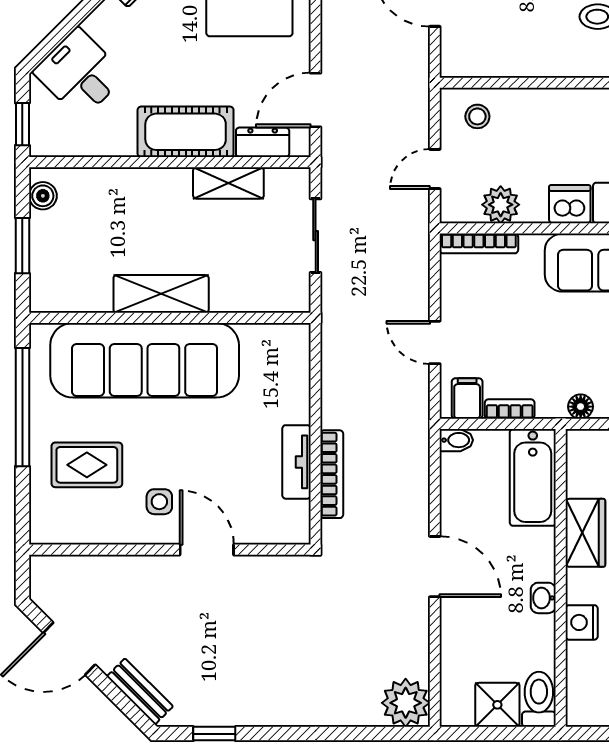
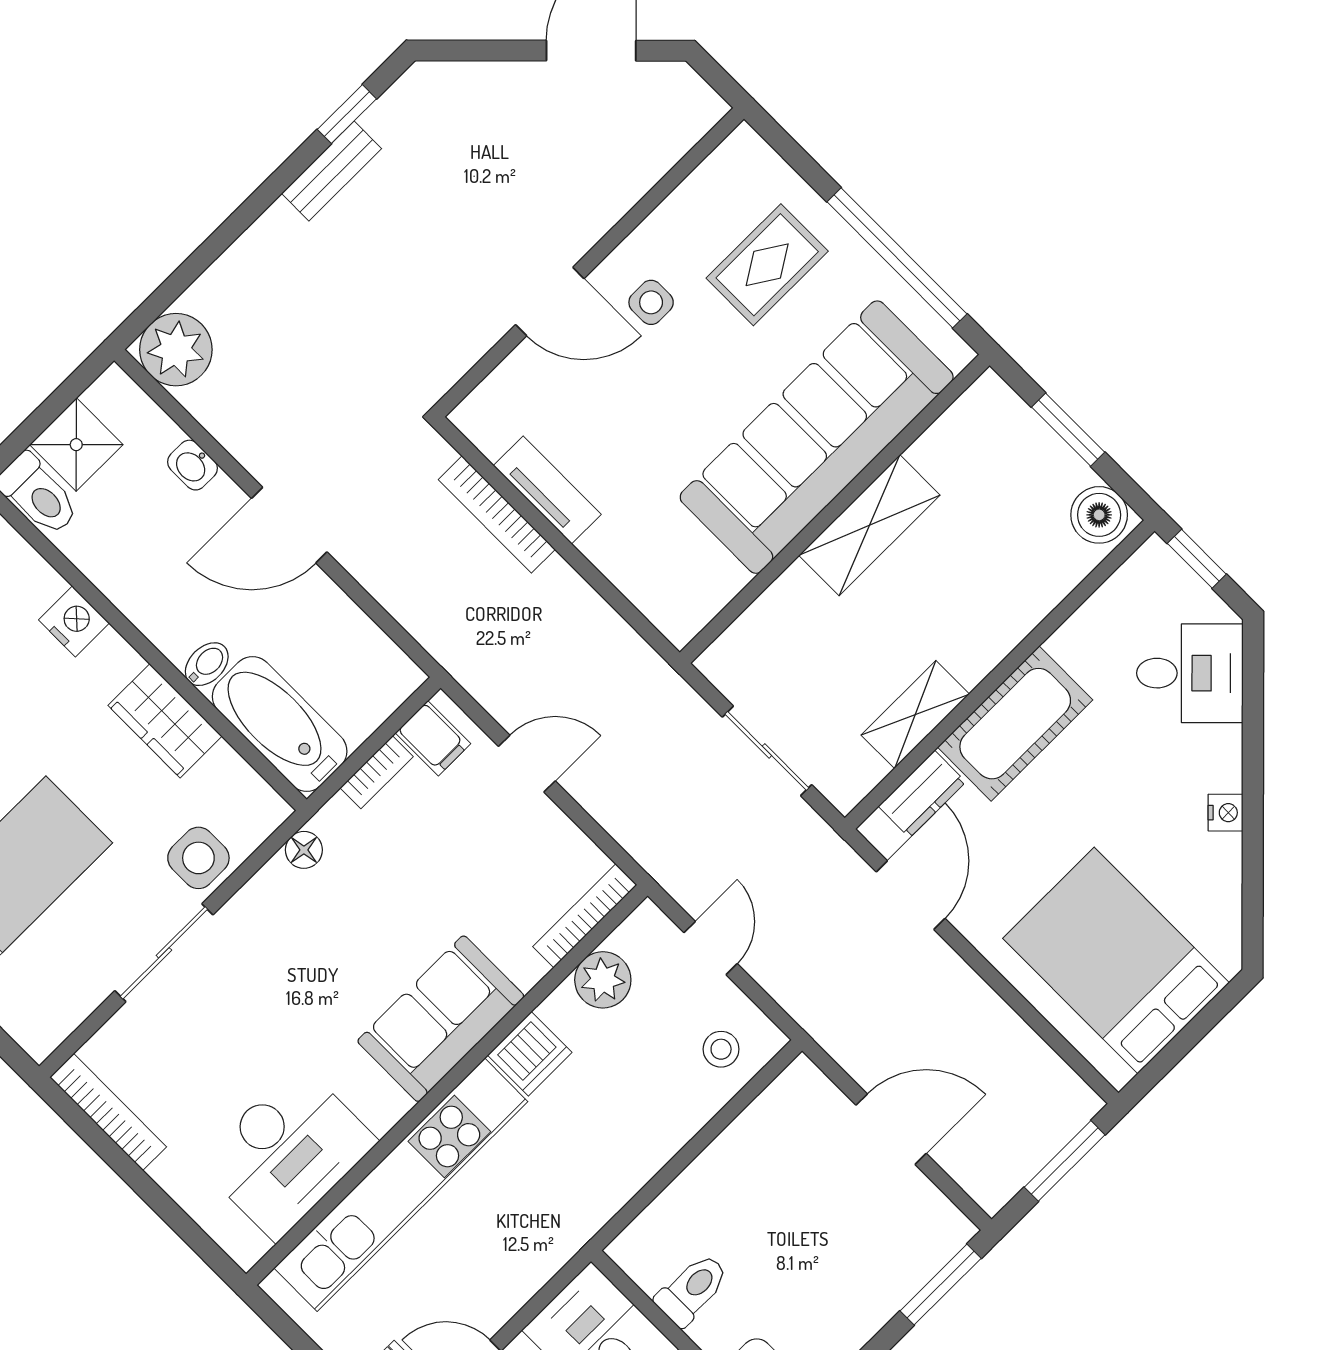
boiler: (43, 196) -> (1099, 515), width x1.36, depth x1.36
bidet: (456, 440) -> (207, 664), moved, turned 180
washbasin: (543, 598) -> (192, 465), moved, turned 180
bench: (140, 691) -> (331, 171), moved, turned -45

